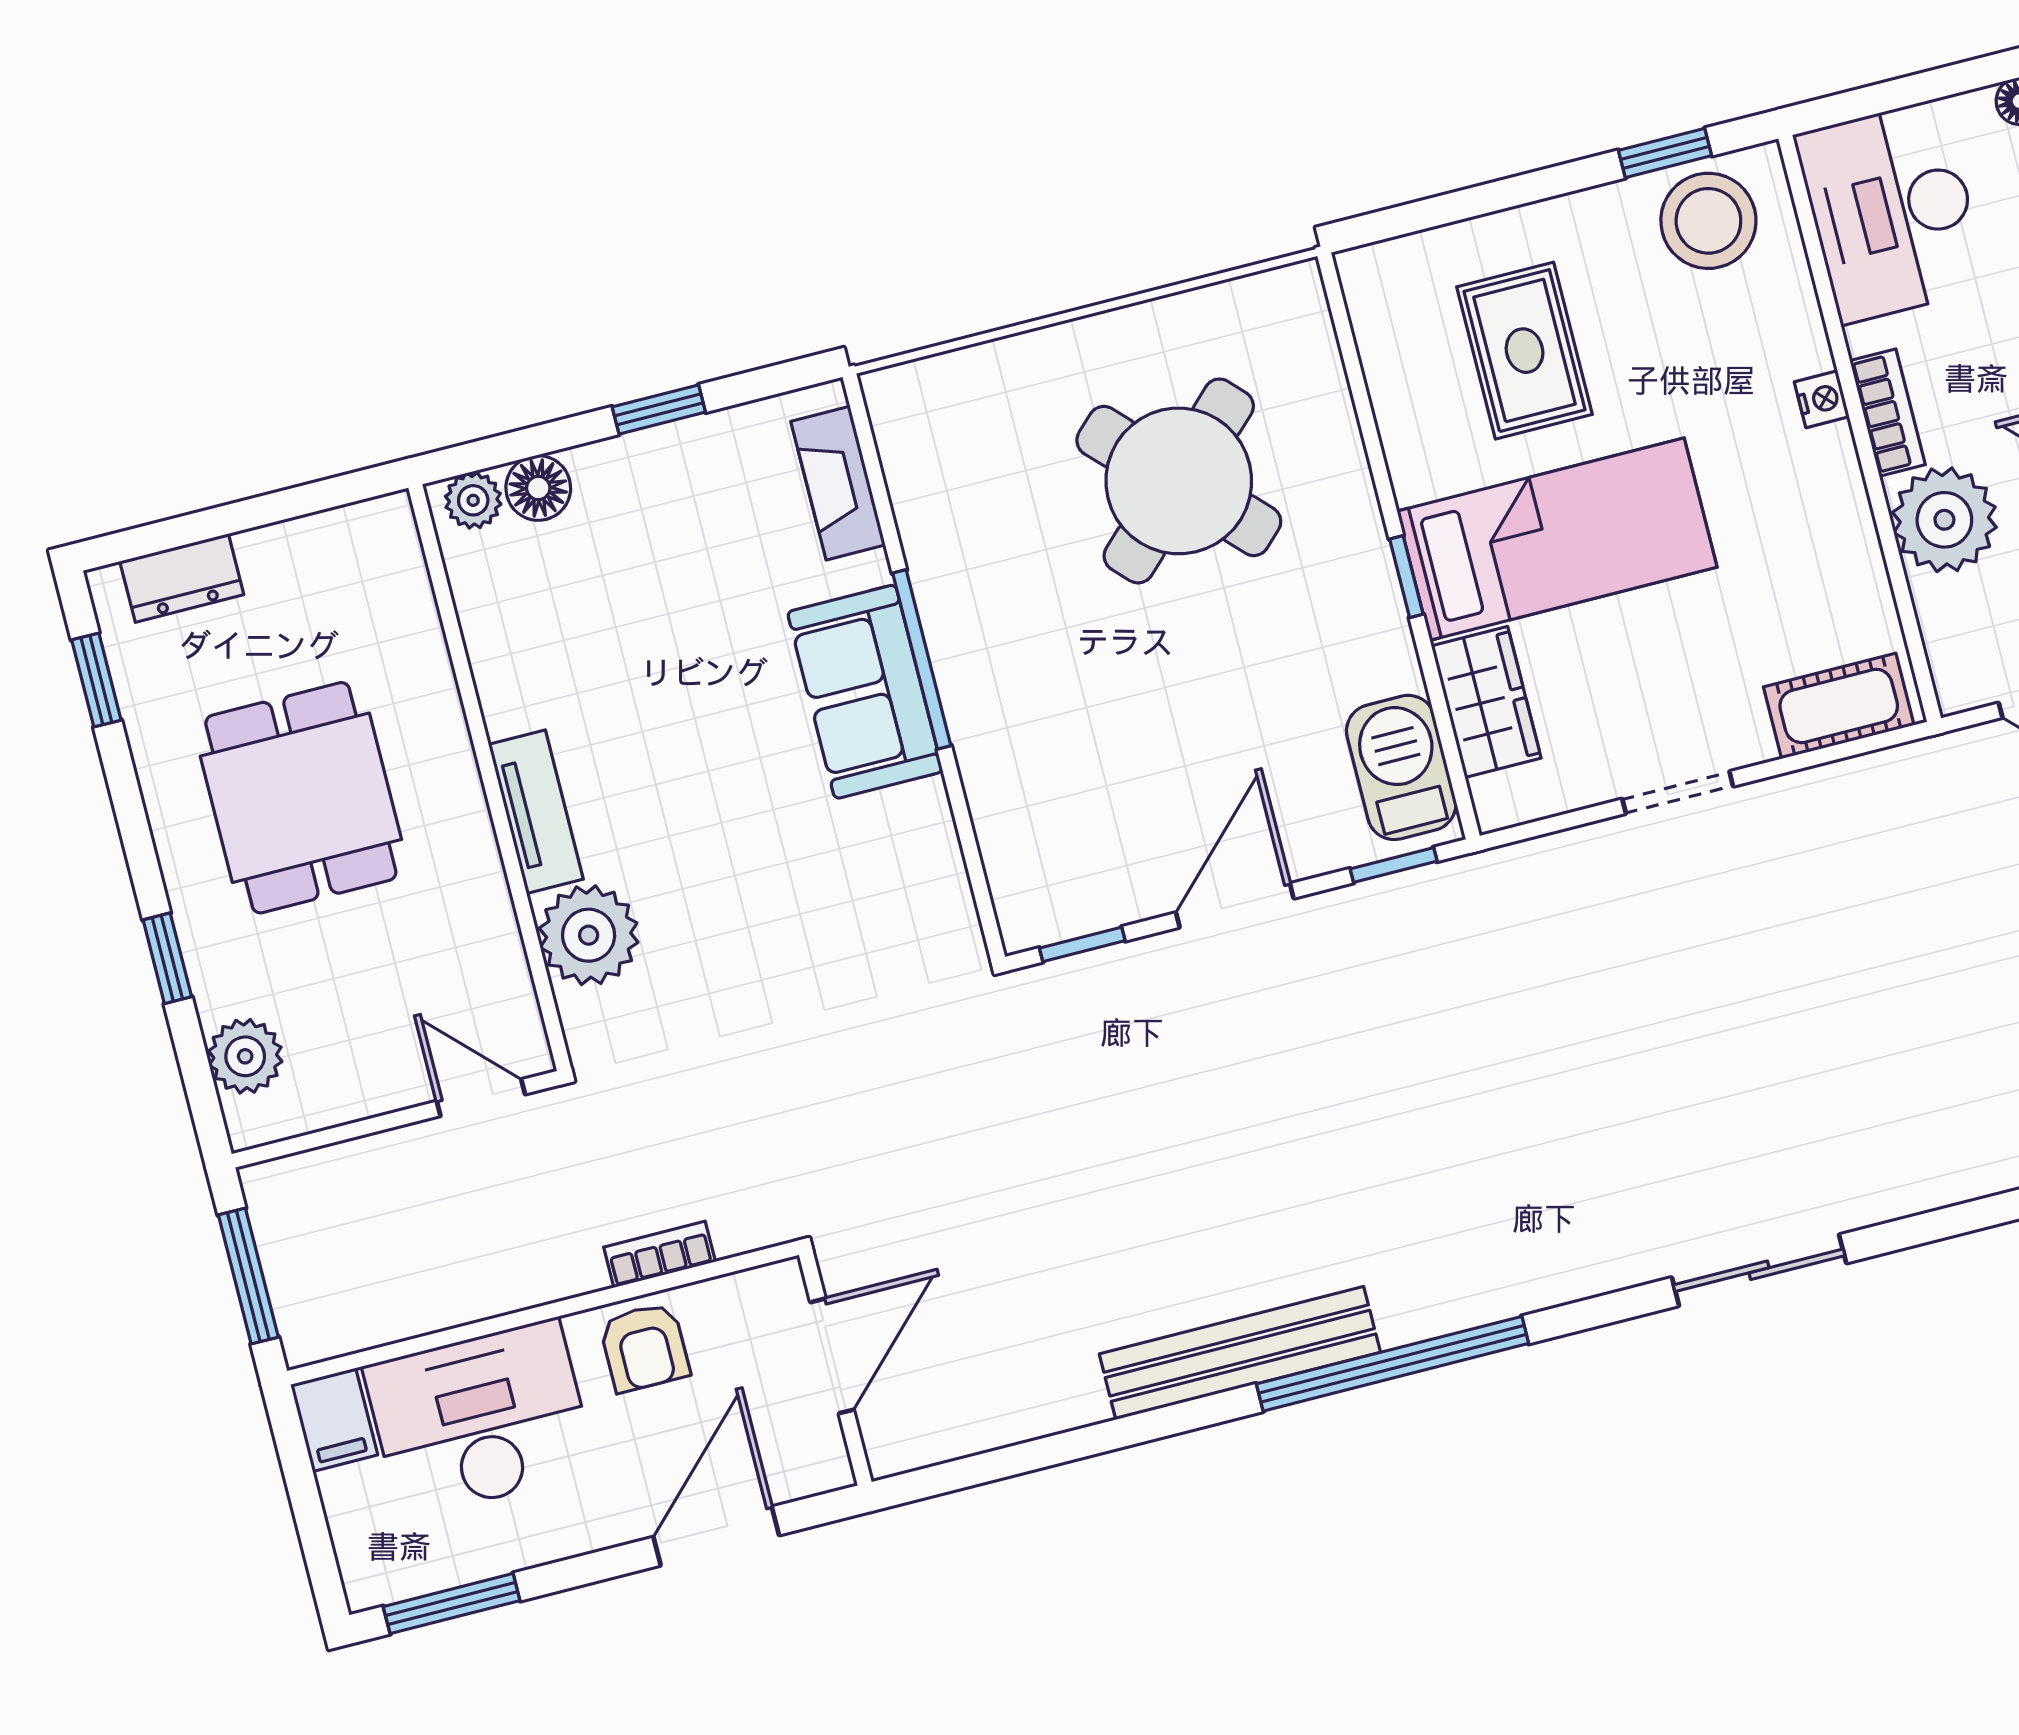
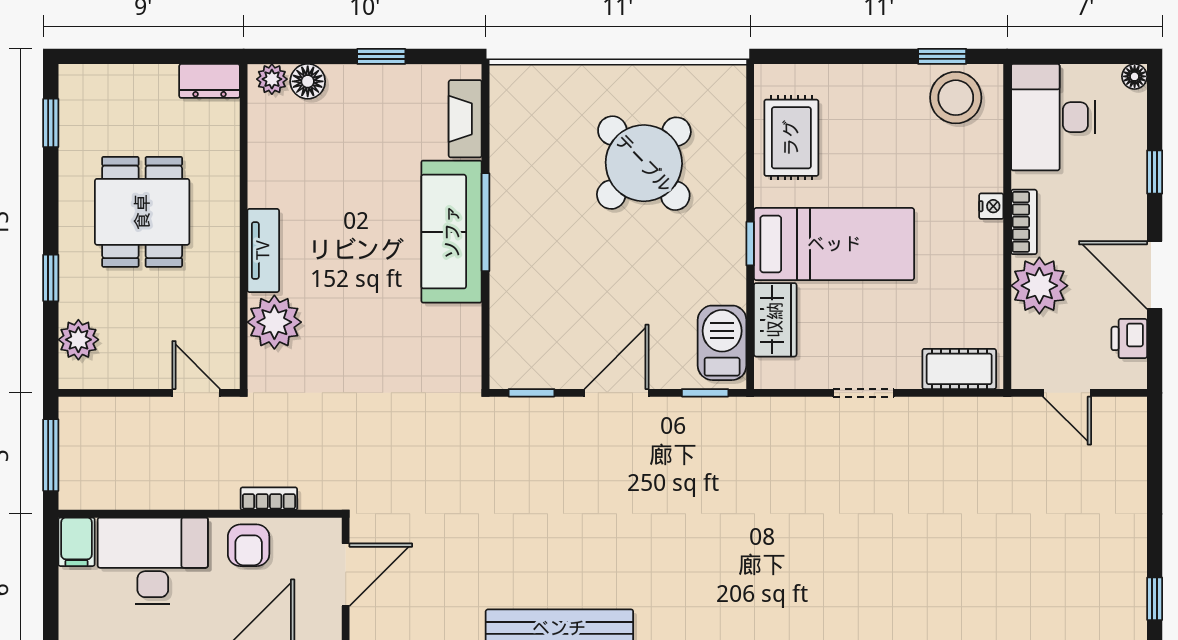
rug: (1525, 351) -> (791, 138), moved
dresser: (182, 578) -> (210, 81), moved
sofa: (865, 692) -> (452, 232), width x1.36

